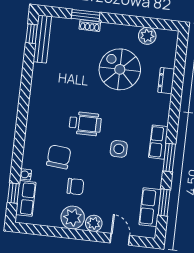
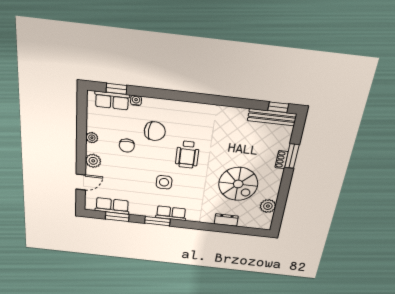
spiral stairs: (120, 69) -> (238, 184), turned 90
plant: (73, 218) -> (92, 138), width x0.53, depth x0.53

